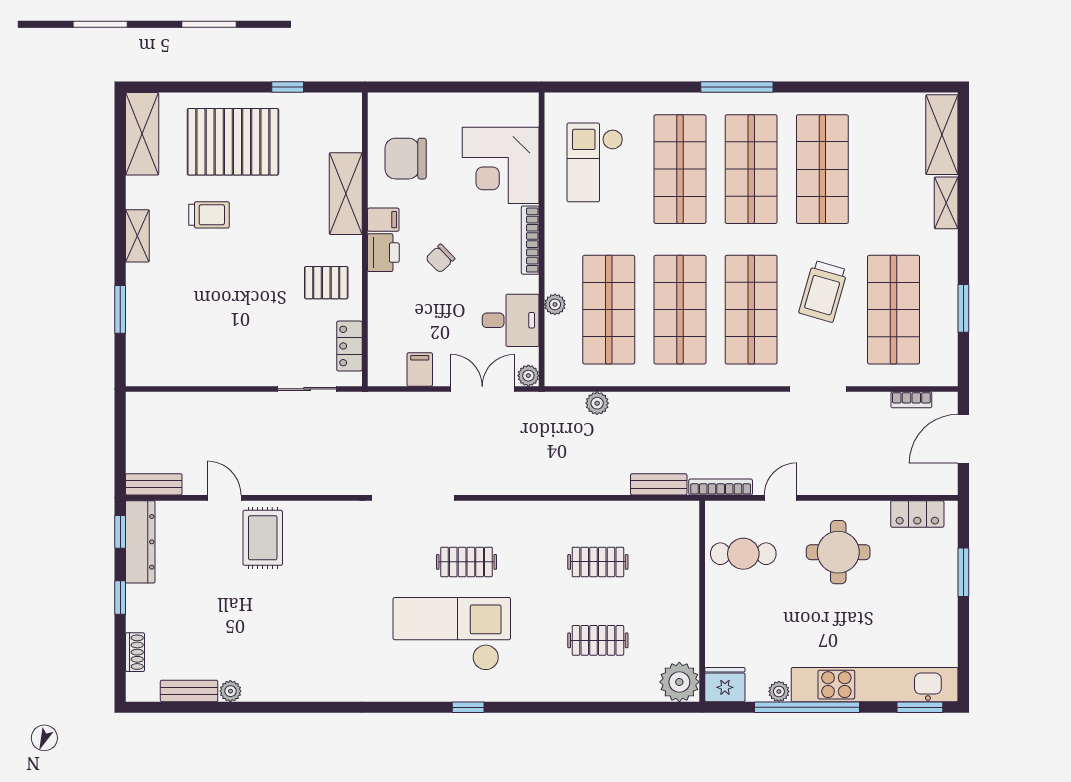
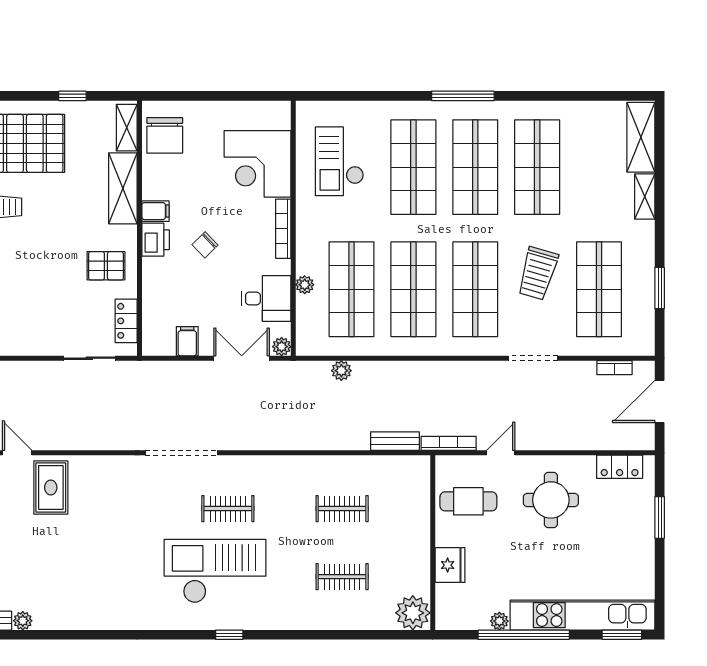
shelving: (350, 124) -> (127, 128), added
chair: (406, 159) -> (165, 135), moved, turned -90
fridge: (725, 685) -> (450, 565), moved, turned 90

